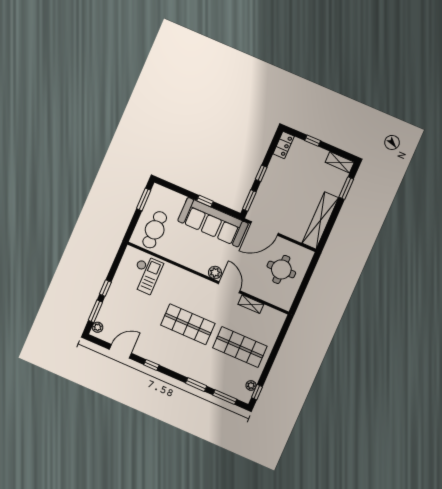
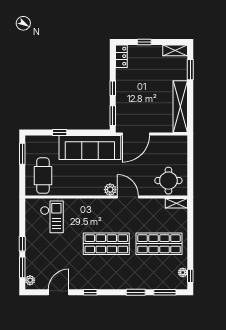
window: (205, 201) -> (60, 132), moved
round table: (281, 269) -> (168, 181), moved
shelving: (251, 304) -> (176, 203), moved

